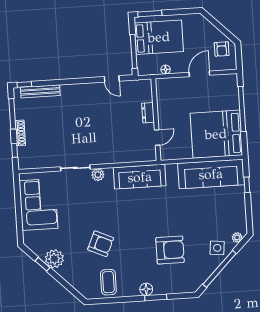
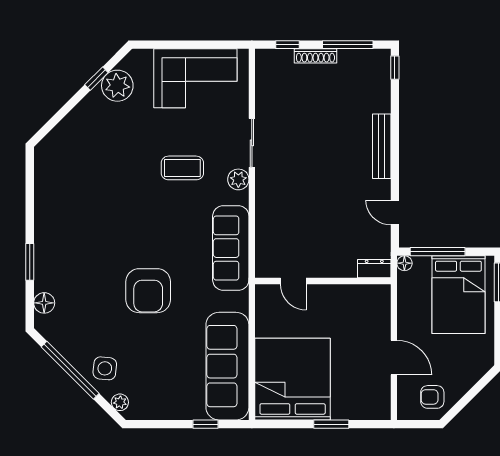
floor lamp: (166, 70) -> (404, 263), moved
door: (112, 79) -> (395, 213), hinge flipped
bench: (40, 91) -> (382, 146), moved
window: (242, 109) -> (331, 424), width x0.47
dresser: (148, 113) -> (374, 269), moved
armchair: (101, 244) -> (124, 177), removed
armchair: (170, 250) -> (148, 291), moved
plant: (54, 259) -> (117, 86), moved
coffee table: (108, 282) -> (182, 168), moved
floor lamp: (146, 289) -> (44, 303), moved

